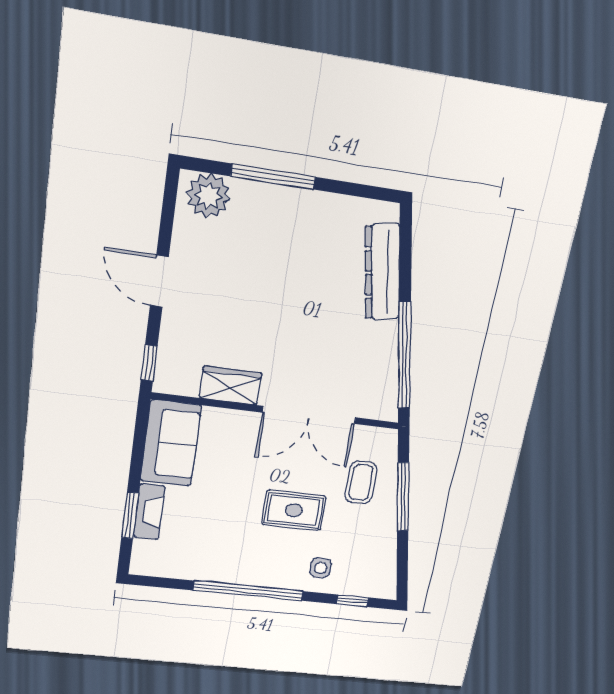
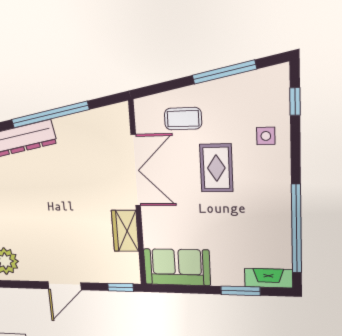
window: (404, 356) -> (50, 115), moved
window: (403, 497) -> (224, 72), moved
fireplace: (149, 512) -> (268, 278), moved
window: (248, 591) -> (296, 229), moved

